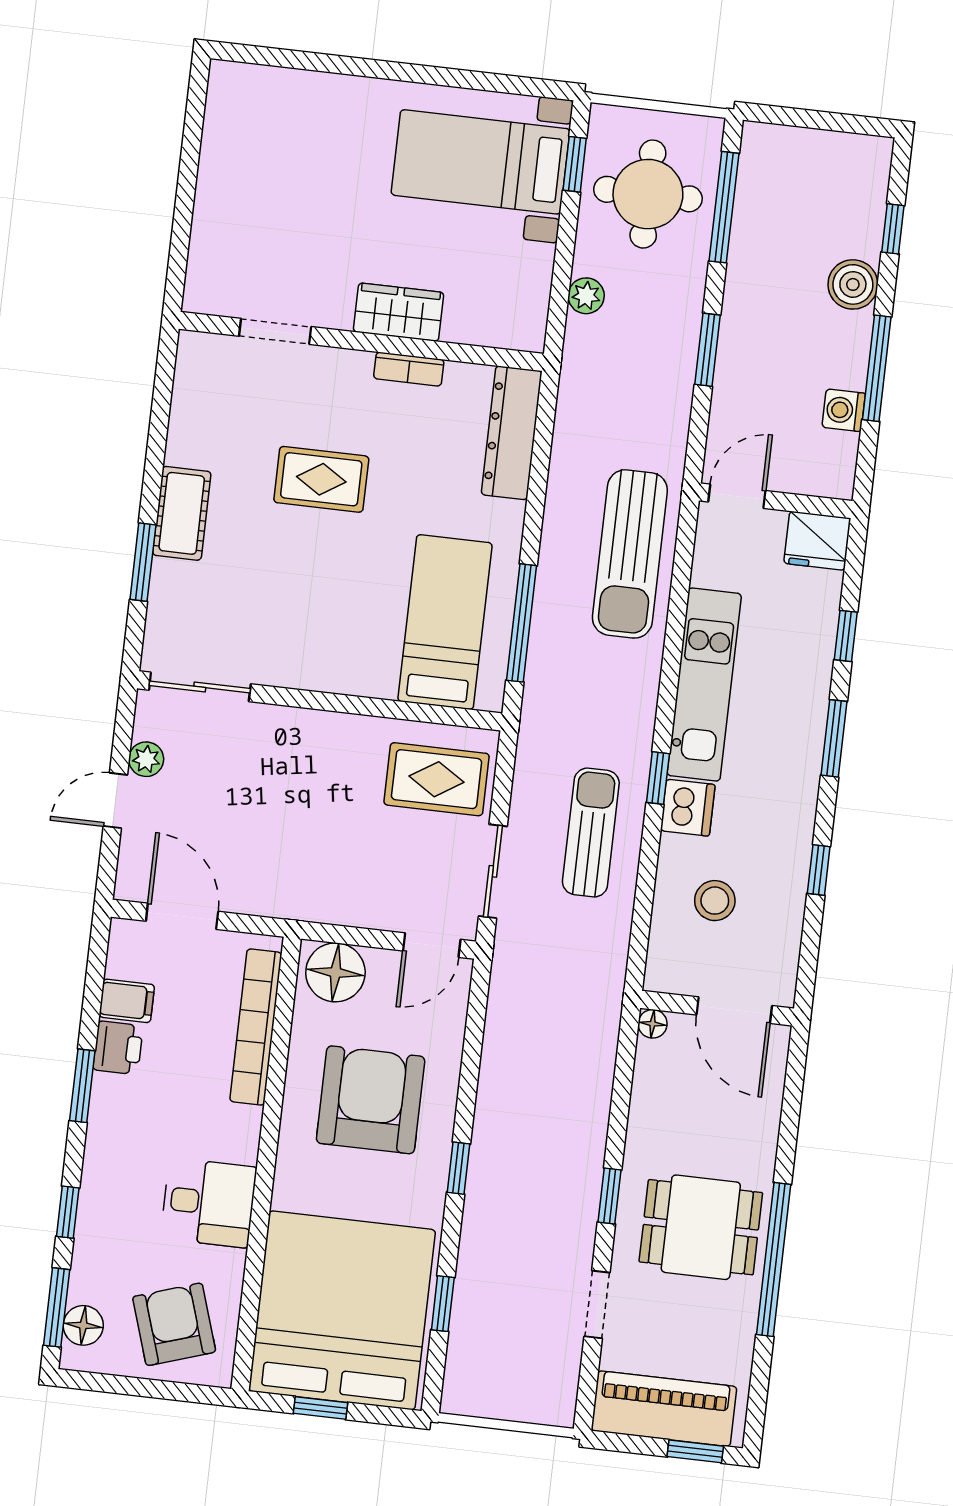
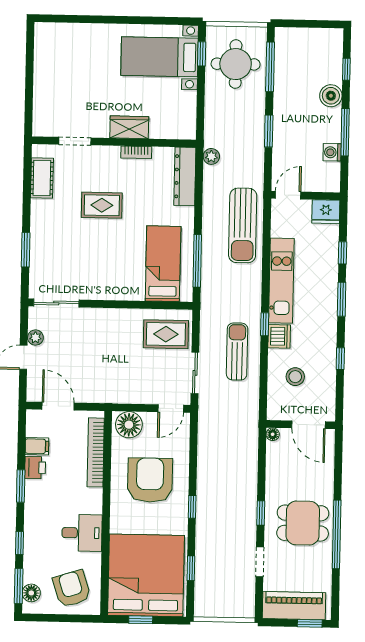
plant: (586, 296) -> (211, 156), moved
cot: (182, 513) -> (42, 178), moved

